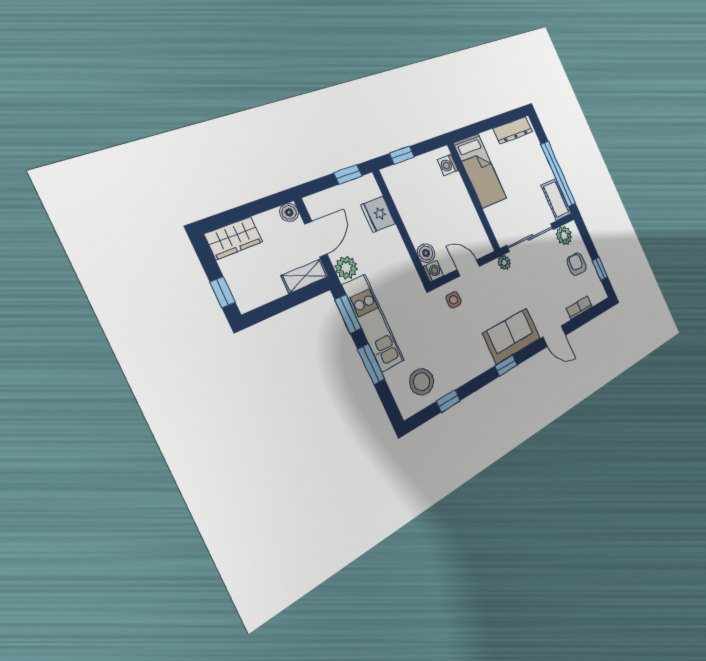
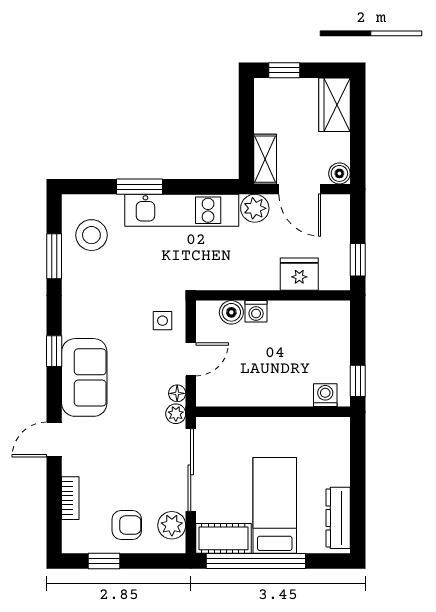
window: (402, 155) -> (358, 381), moved
bed: (480, 171) -> (275, 505), moved, turned 90
floor lamp: (492, 267) -> (177, 393), added
washing machine: (433, 271) -> (256, 311), moved
window: (348, 314) -> (204, 187), removed
window: (448, 401) -> (54, 256), width x1.50

